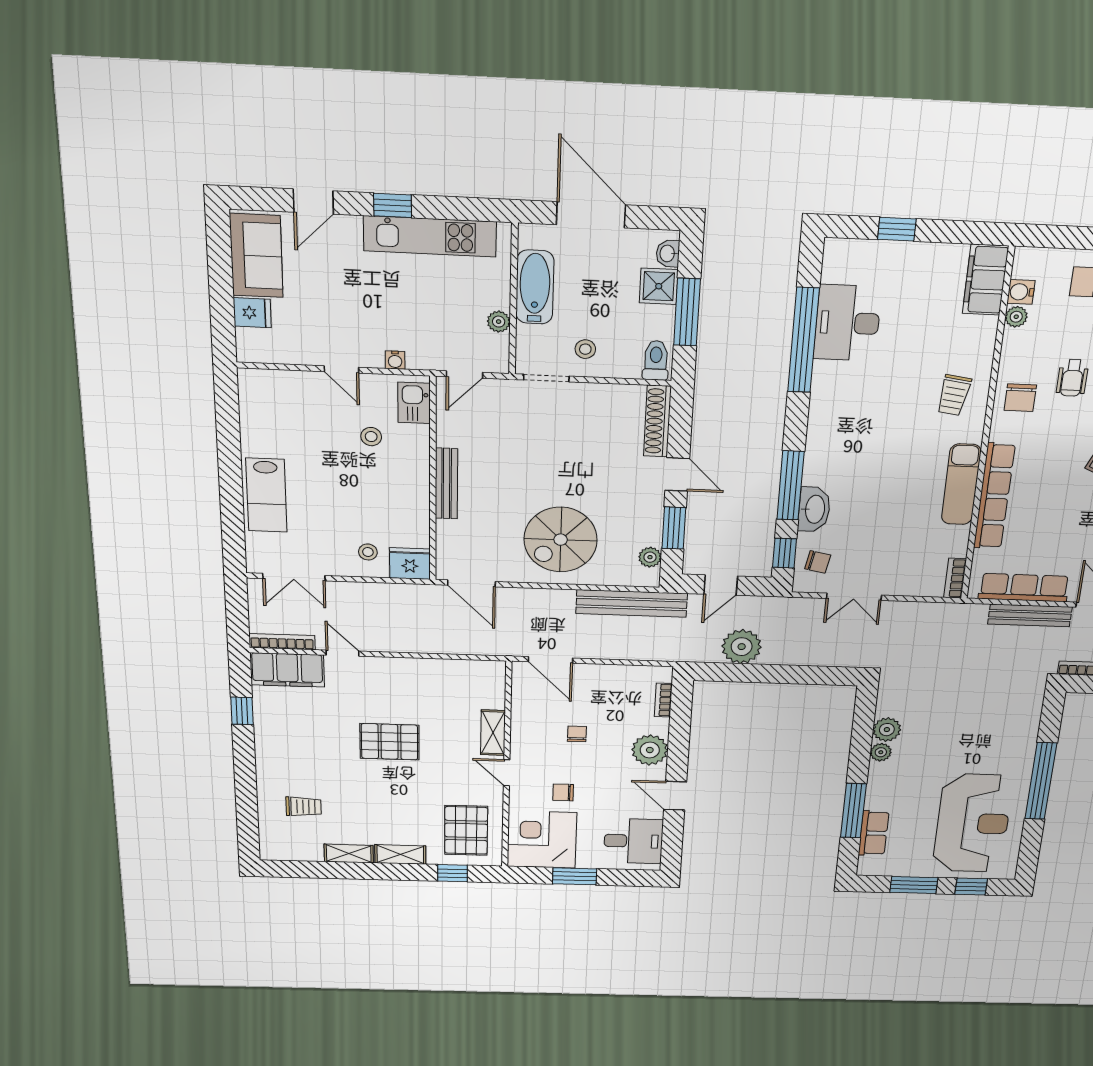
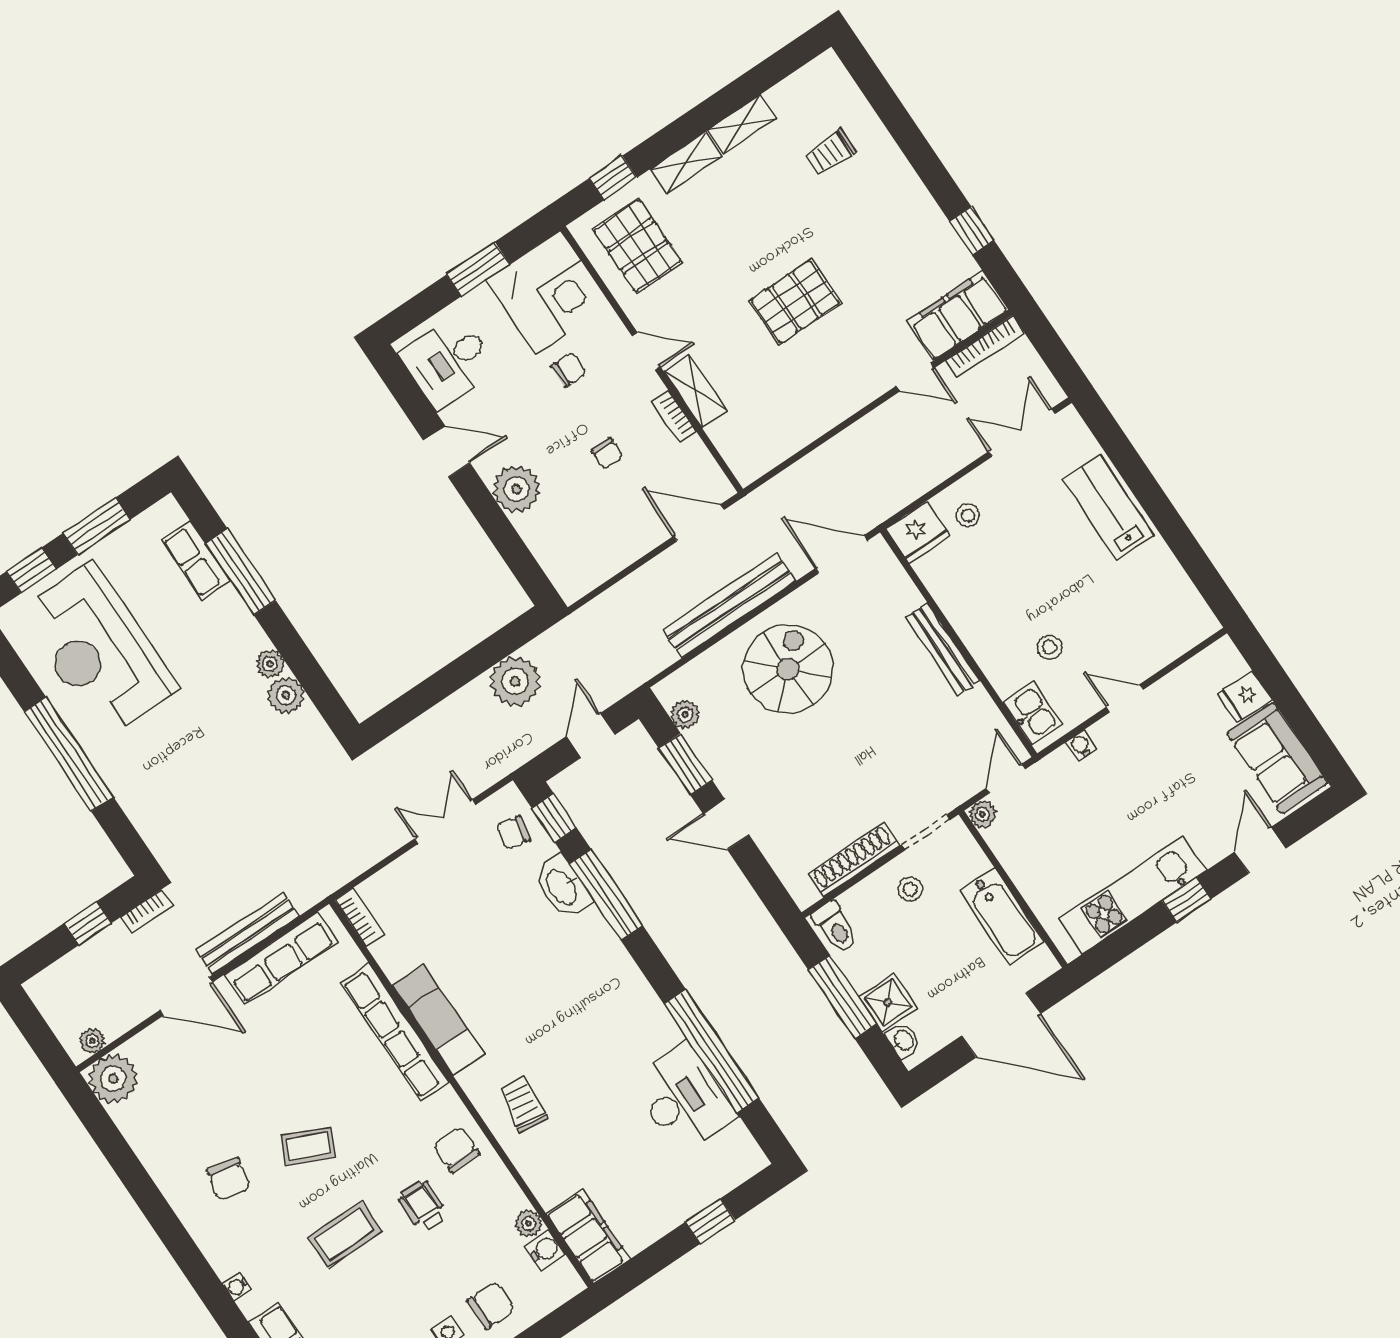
plant: (499, 322) -> (983, 814), moved
shoe rack: (657, 421) -> (854, 860), moved, turned -90
bench: (632, 603) -> (729, 605), moved
bookcase: (663, 700) -> (674, 417), moved, turned 180

